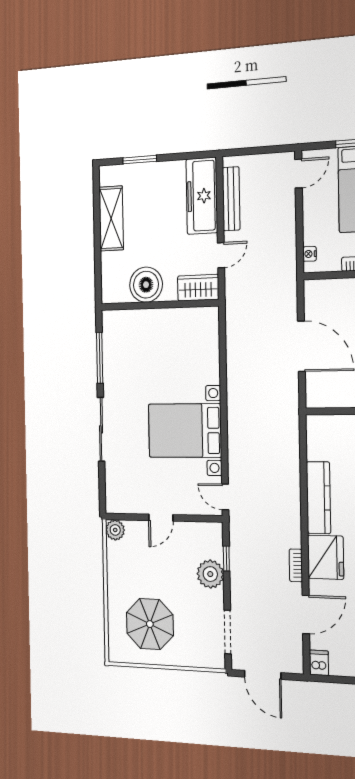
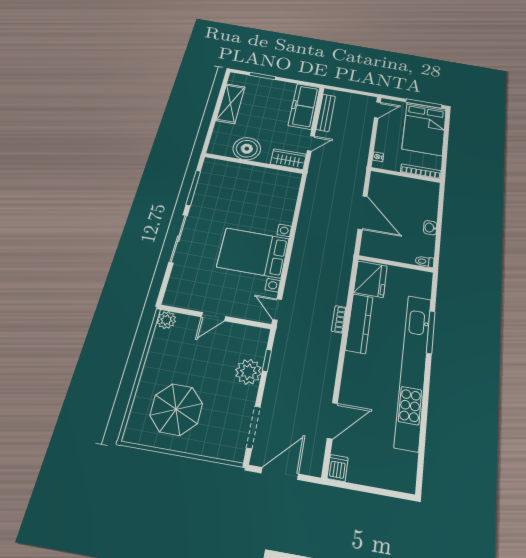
fridge: (326, 557) -> (371, 279), moved
bookcase: (296, 565) -> (339, 319), moved
door: (263, 675) -> (280, 473), swing flipped

